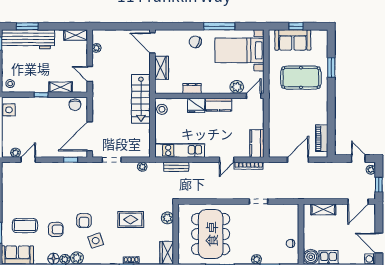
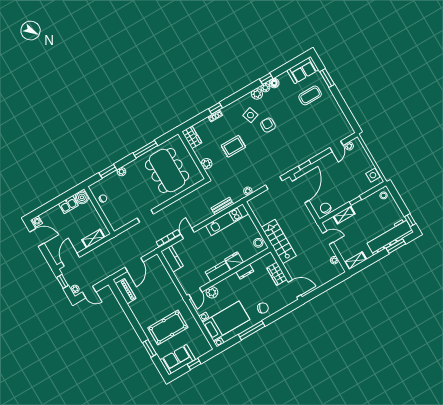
sofa: (293, 40) -> (178, 360), moved
armchair: (56, 229) -> (285, 106), removed

